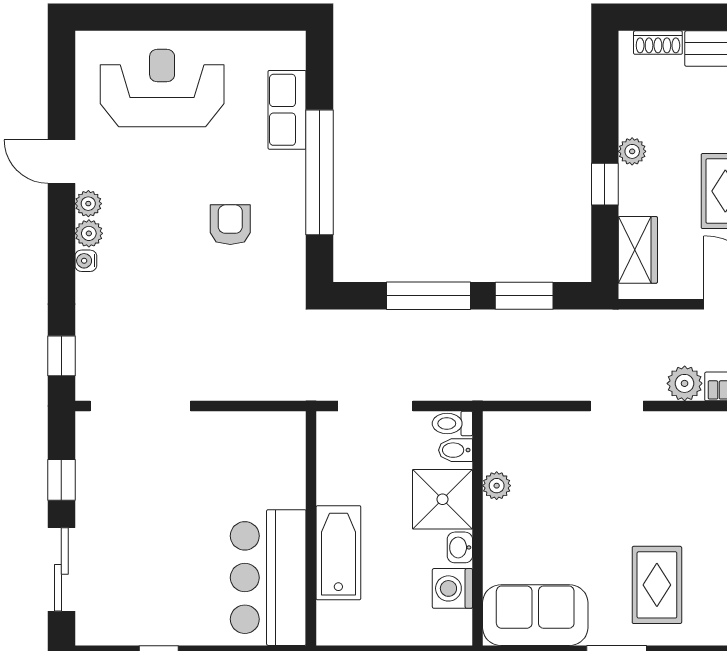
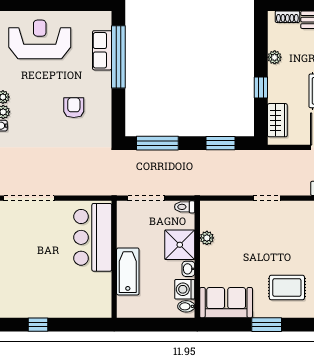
plant: (632, 151) -> (275, 57), moved
window: (320, 172) -> (118, 57), moved
window: (428, 296) -> (157, 143), moved
plant: (685, 383) -> (301, 187), removed
bidet: (455, 450) -> (186, 306), moved
bar counter: (268, 578) -> (93, 237), moved
rug: (657, 585) -> (287, 288), turned 90

